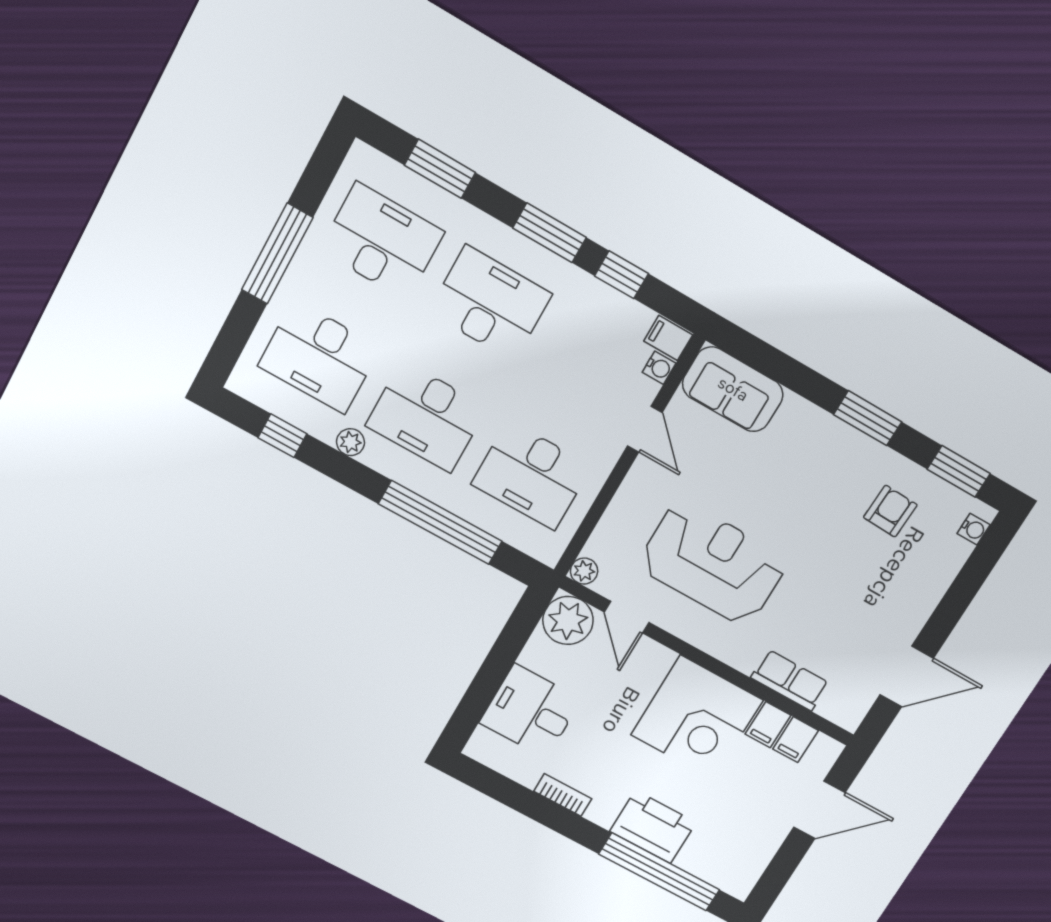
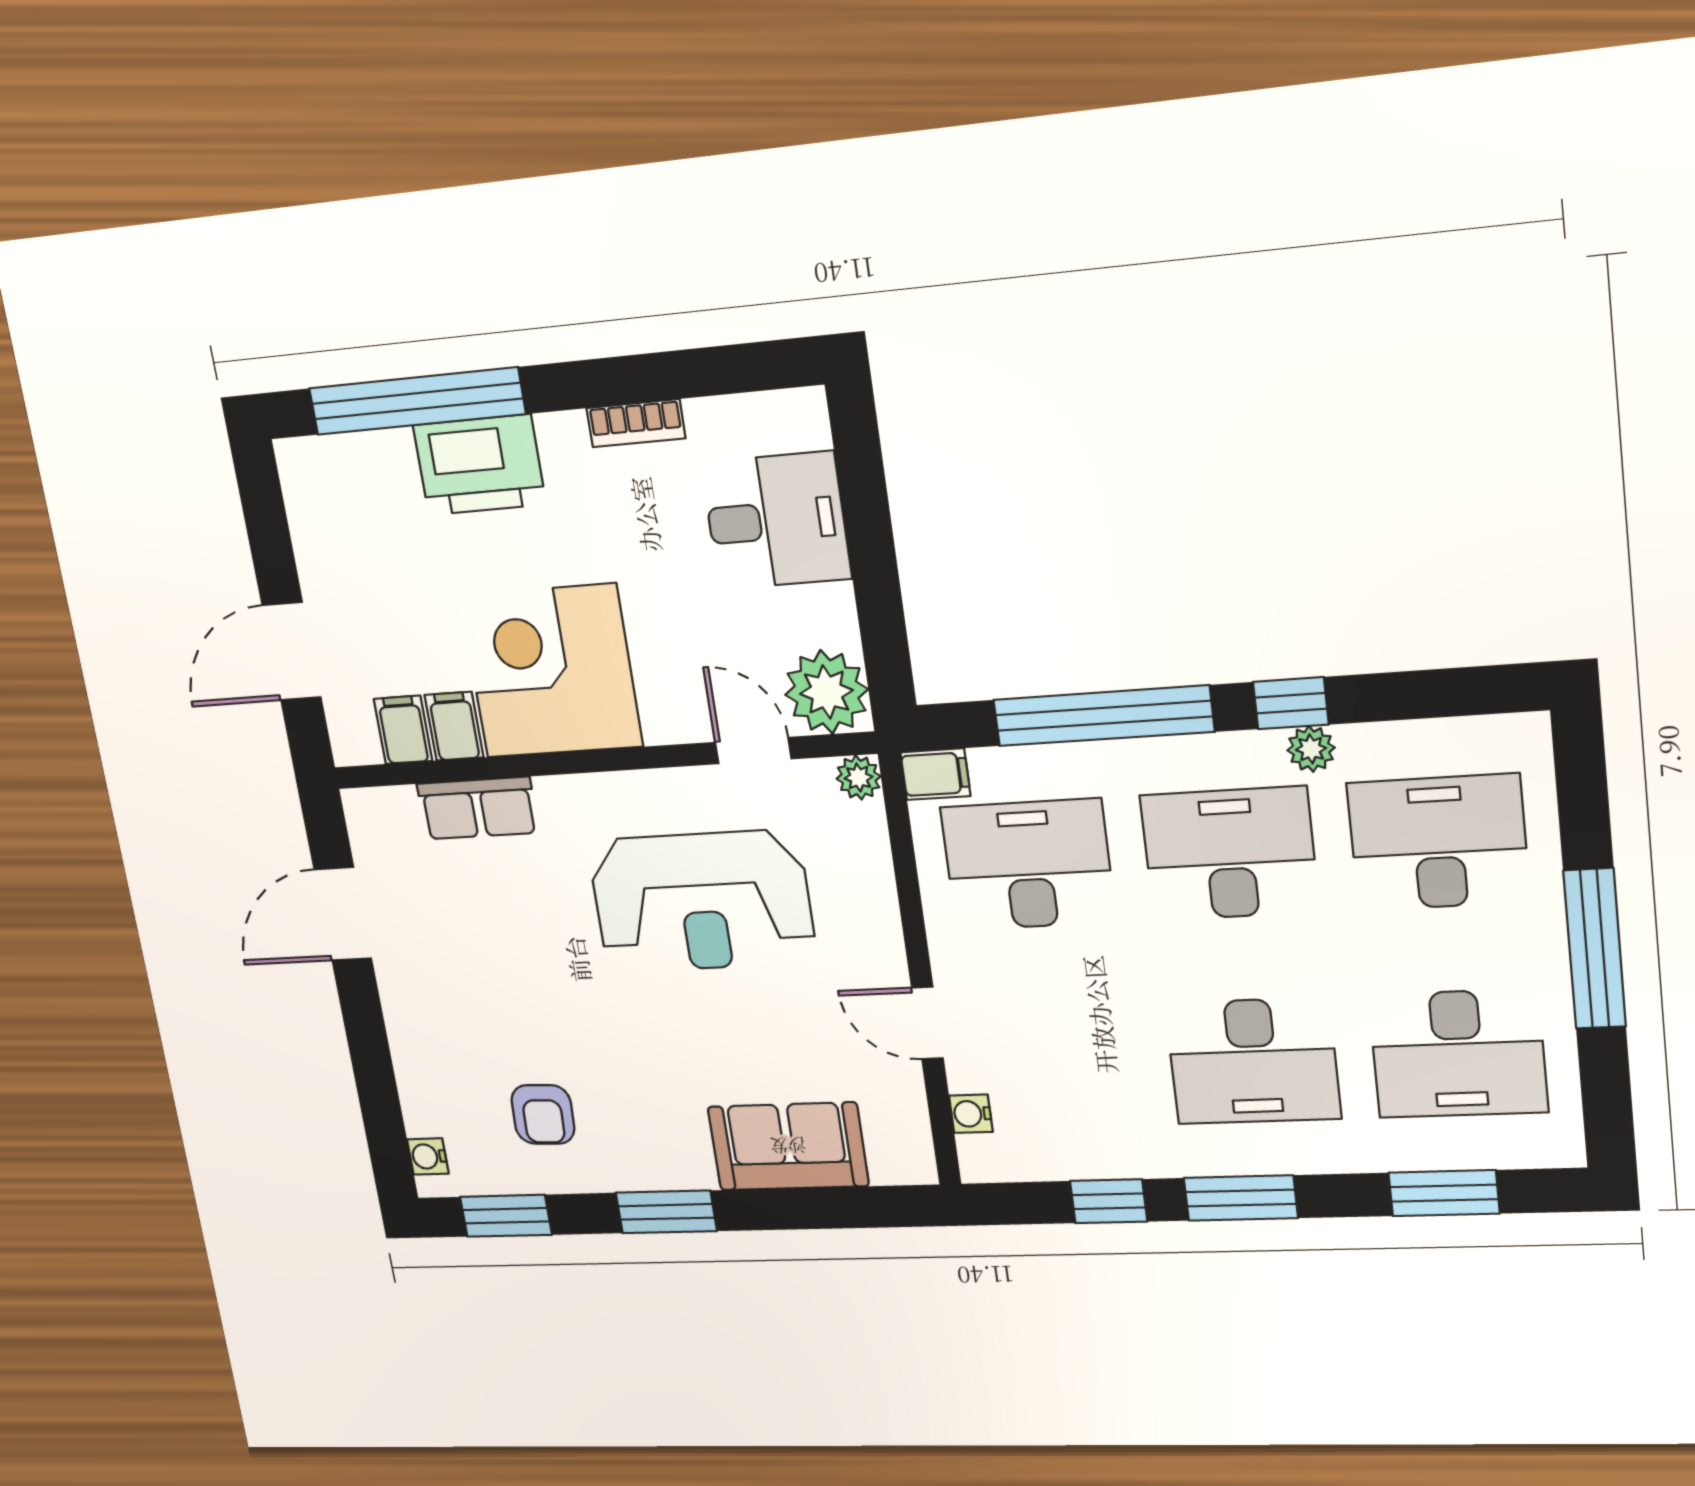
filing cabinet: (668, 338) -> (935, 774), moved
sofa: (733, 389) -> (788, 1146), moved
window: (282, 436) -> (1291, 703), moved

